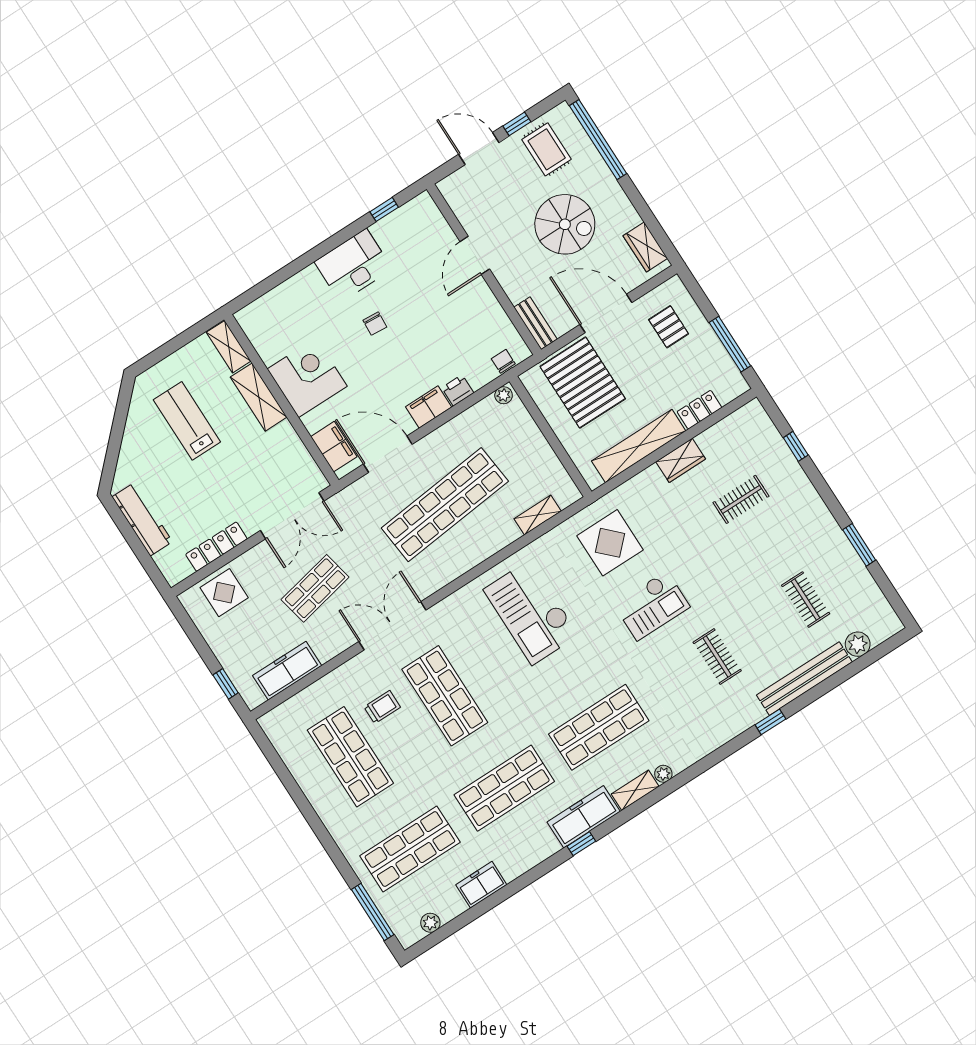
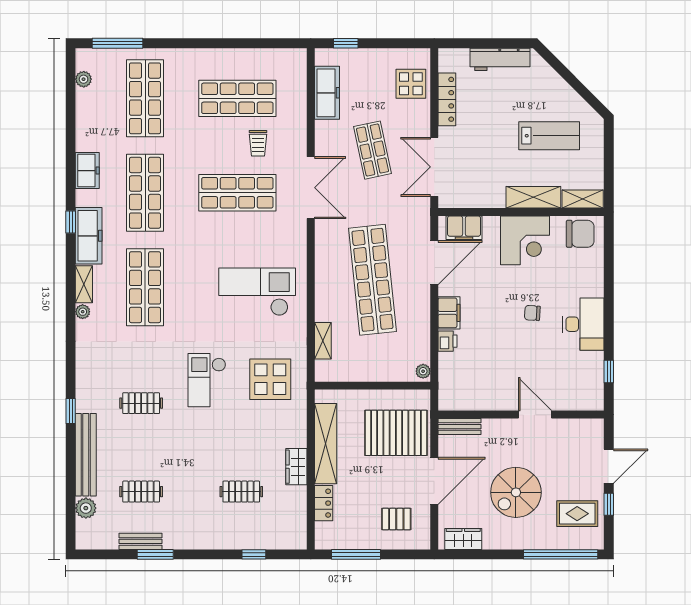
chair: (503, 361) -> (580, 234), moved, width x1.87, depth x1.87
clothes rail: (741, 499) -> (241, 492), turned 90
bench: (856, 568) -> (141, 541), added
freezer: (481, 885) -> (87, 171), moved

